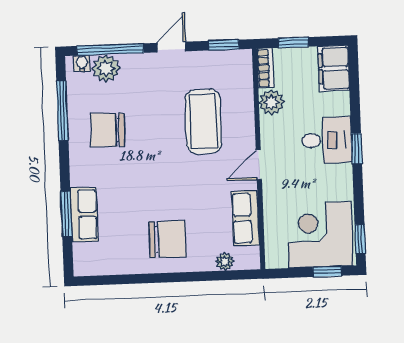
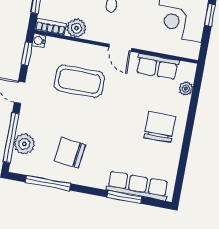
water cooler: (82, 63) -> (39, 41), moved
chair: (108, 130) -> (70, 153), turned 95
row of seats: (84, 214) -> (138, 186), width x1.48

